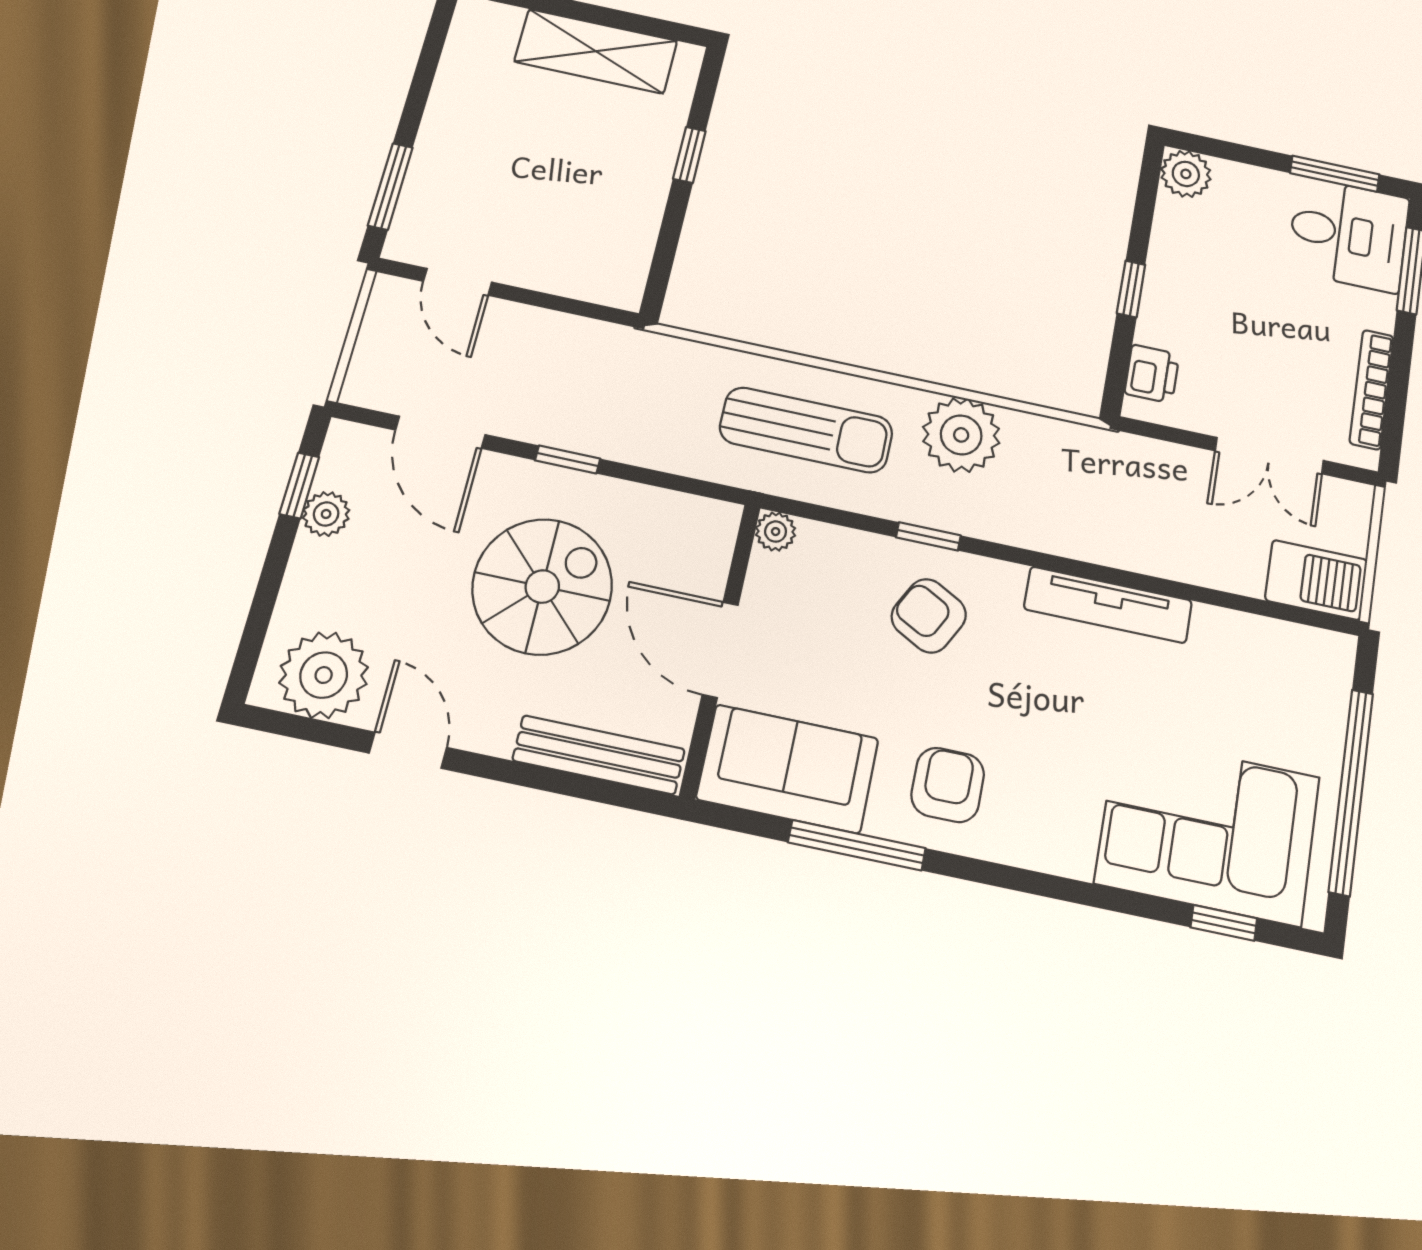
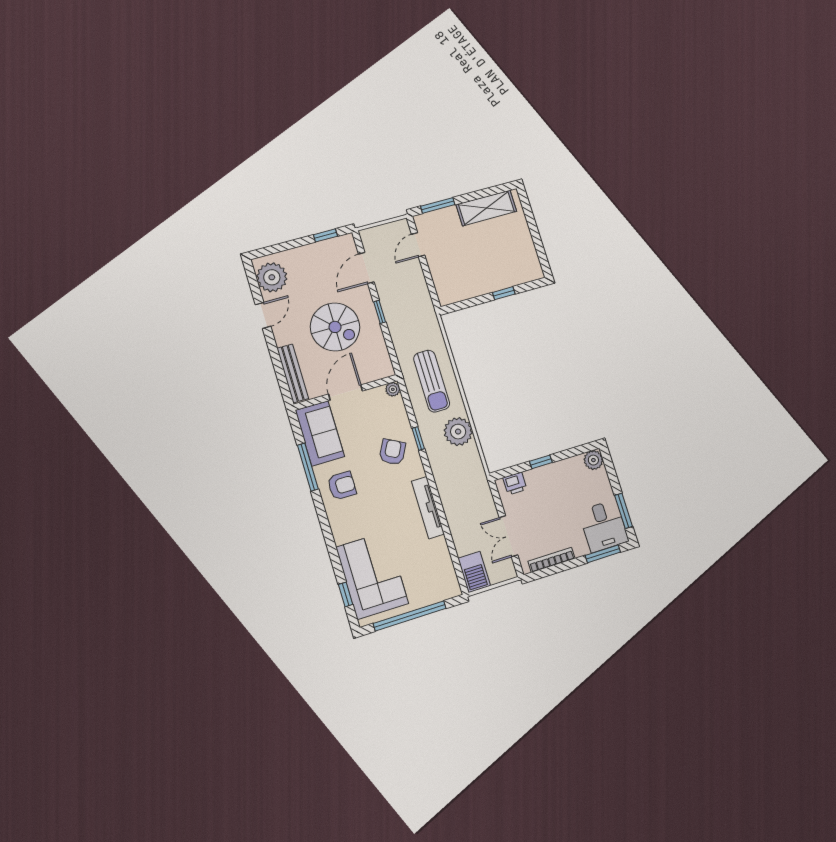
shelving: (596, 51) -> (486, 208), moved, turned 90
plant: (326, 514) -> (321, 249), removed

